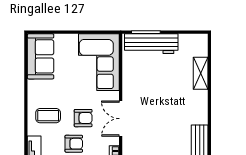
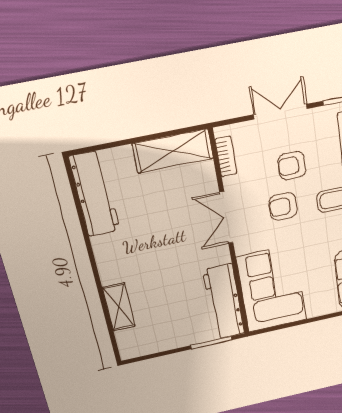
workbench: (151, 44) -> (224, 302), moved, turned -90
double door: (121, 119) -> (226, 218), swing flipped

